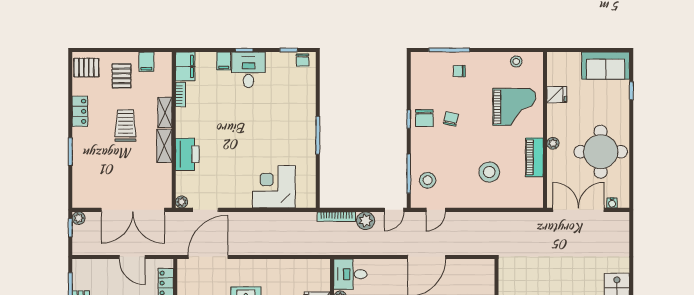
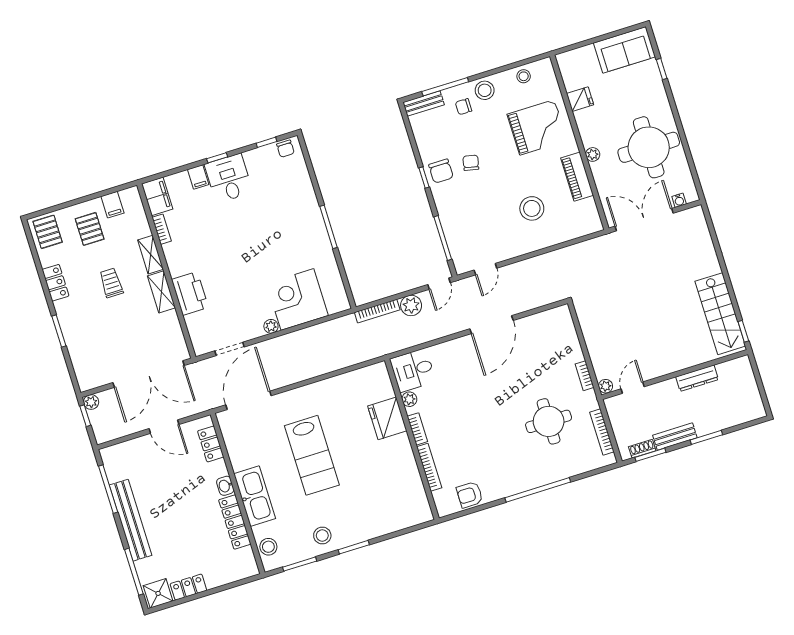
bench: (427, 58) -> (424, 103), added
pallet: (86, 68) -> (48, 232), turned 90
trolley: (125, 126) -> (111, 283), width x0.73, depth x0.72
stool: (428, 180) -> (485, 90), moved
plant: (182, 202) -> (271, 326), moved

